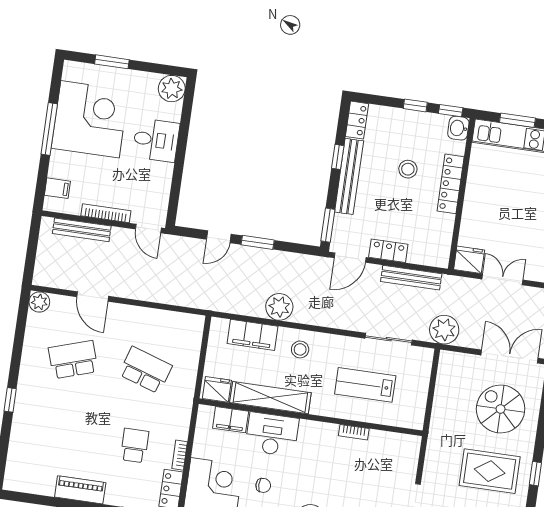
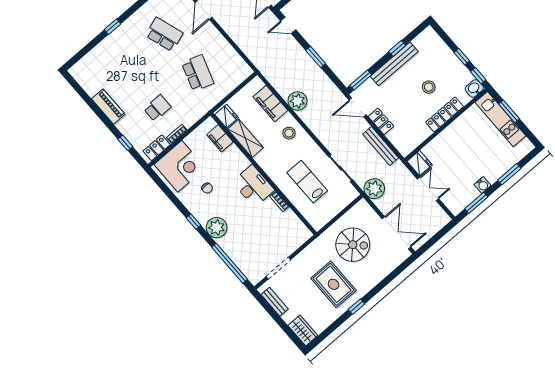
locker: (357, 120) -> (424, 38), removed
door: (219, 237) -> (288, 25), moved
shelving: (270, 398) -> (245, 138), width x0.68
spiral stairs: (501, 409) -> (353, 245), moved, turned 90
desk: (272, 434) -> (253, 186), moved

